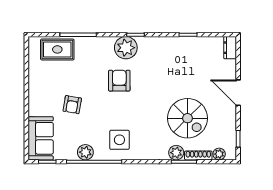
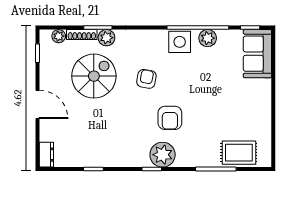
armchair: (72, 105) -> (146, 79), moved
spiral stairs: (187, 118) -> (94, 76), turned 90
side table: (119, 140) -> (180, 42), moved

